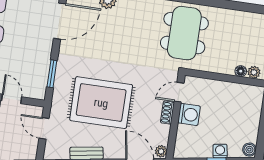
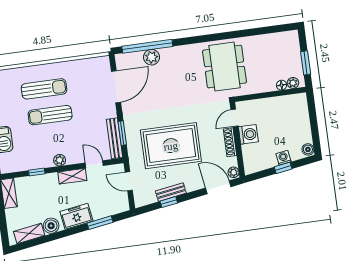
bench: (42, 77) -> (114, 138), added
shoe rack: (167, 113) -> (230, 142), width x1.43

